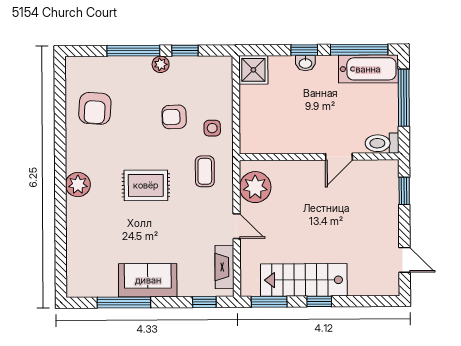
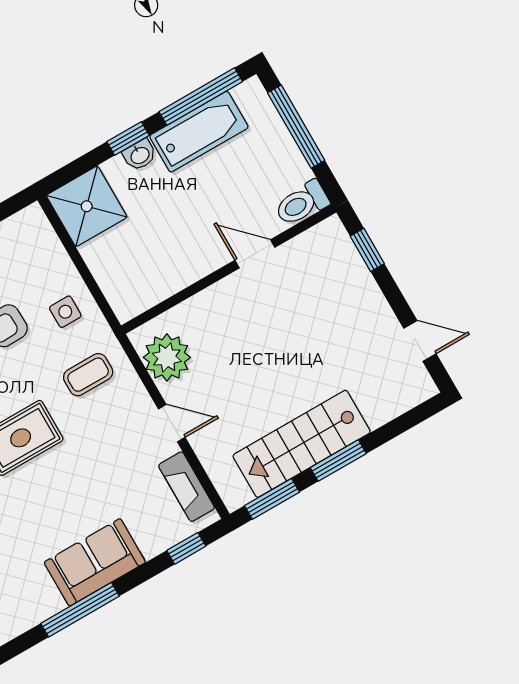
bathtub: (368, 69) -> (199, 132), moved
shower: (253, 70) -> (87, 206), width x1.36, depth x1.36
door: (339, 157) -> (255, 254), swing flipped
coffee table: (205, 171) -> (88, 375), turned 90
window: (319, 301) -> (338, 461), width x1.50

